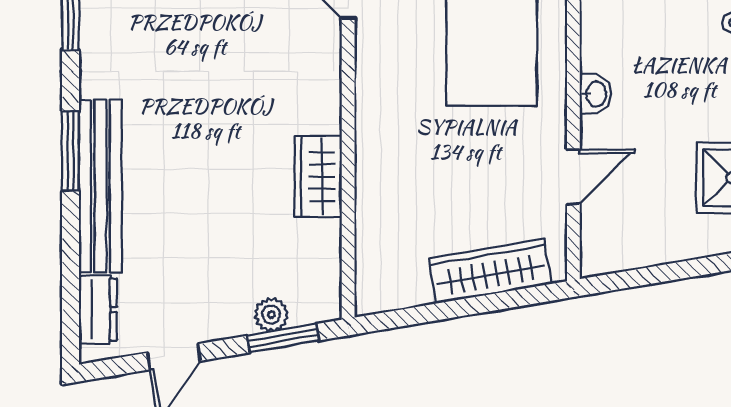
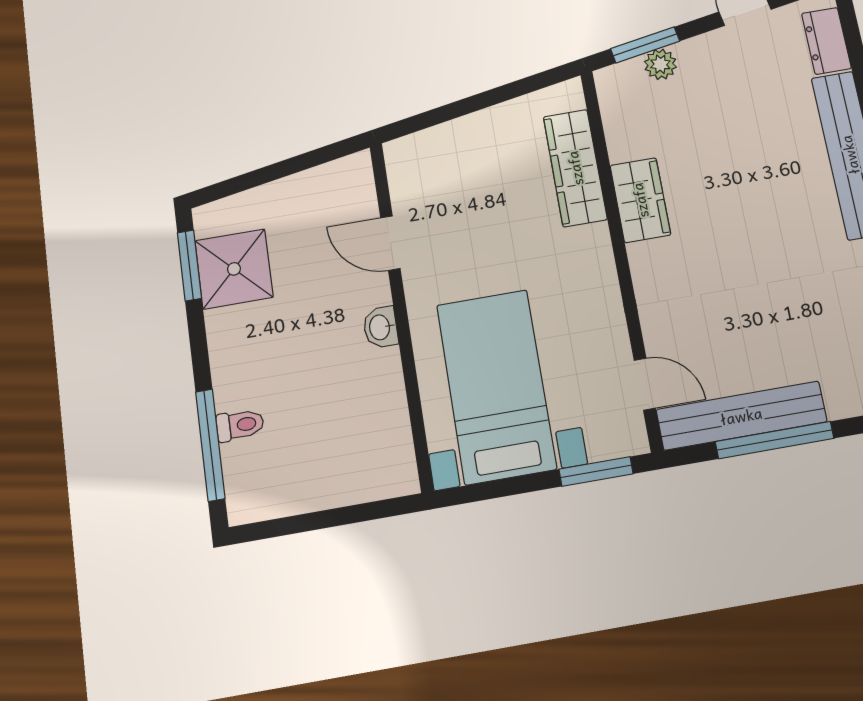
door: (573, 177) -> (390, 243), hinge flipped
wardrobe: (490, 271) -> (575, 168), moved, turned 100

